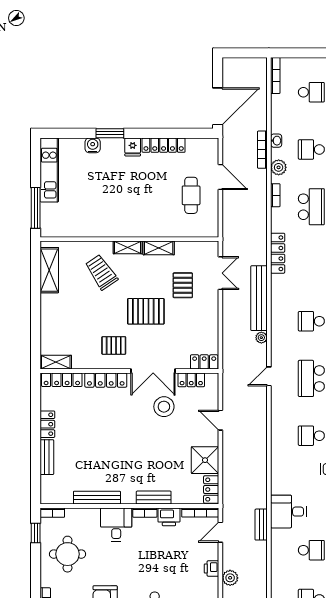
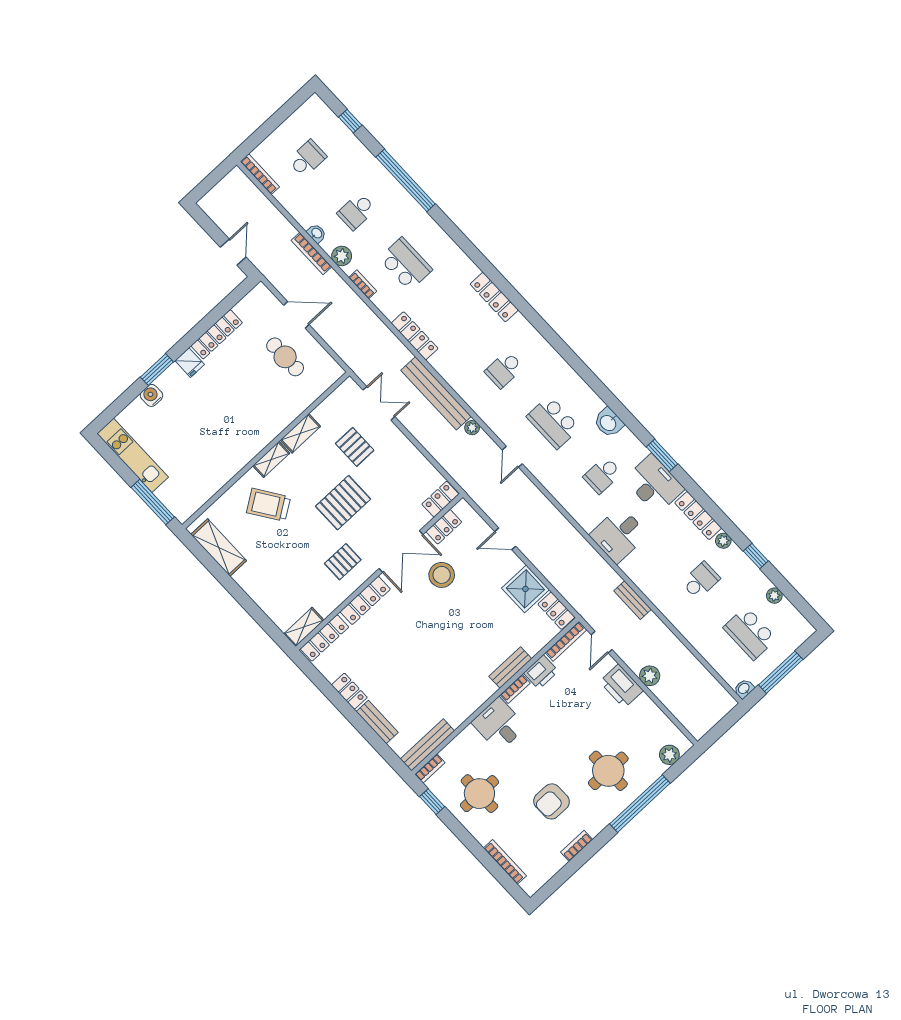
door: (218, 106) -> (233, 252), width x0.53
bench: (97, 498) -> (427, 745), moved
desk: (288, 512) -> (619, 535), moved
printer: (211, 568) -> (621, 686), width x1.87, depth x1.48

